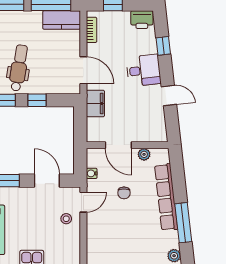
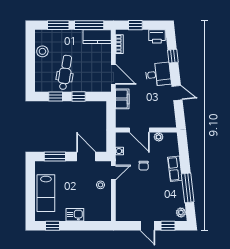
row of seats: (166, 197) -> (175, 169), width x0.50

